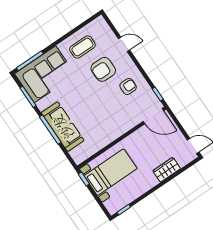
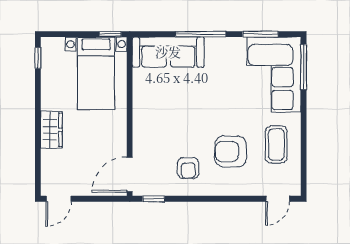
door: (124, 44) -> (278, 199), moved
armchair: (103, 69) -> (231, 152), turned -90
sofa: (63, 127) -> (168, 52), moved
wardrobe: (167, 170) -> (51, 130), moved

